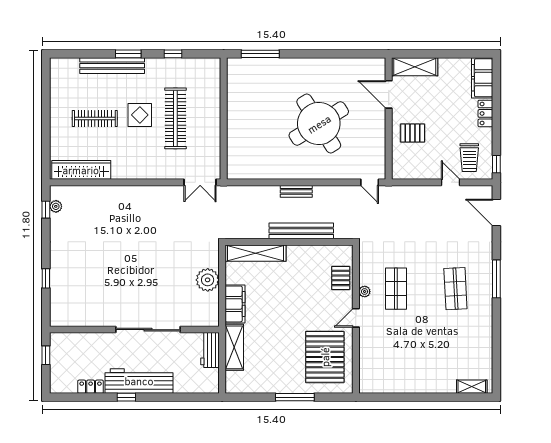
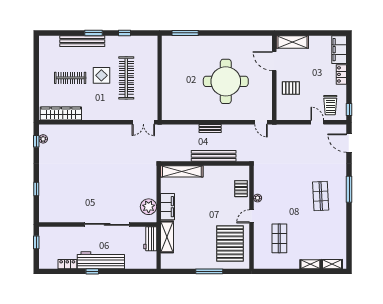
round table: (319, 124) -> (226, 81), turned 32
plant: (208, 280) -> (149, 207), moved
shop shelf: (396, 289) -> (279, 238), moved
shelving: (441, 387) -> (310, 264), added

